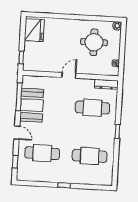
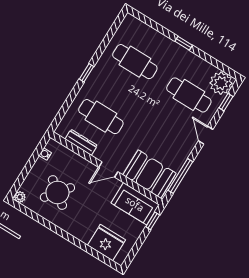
fridge: (34, 30) -> (106, 243), moved, turned 90
round table: (94, 42) -> (57, 192), turned 38
sofa: (39, 62) -> (135, 204), added
dresser: (106, 84) -> (81, 142), moved
booth: (32, 105) -> (149, 174), moved, turned 90
plant: (25, 172) -> (221, 83), added

